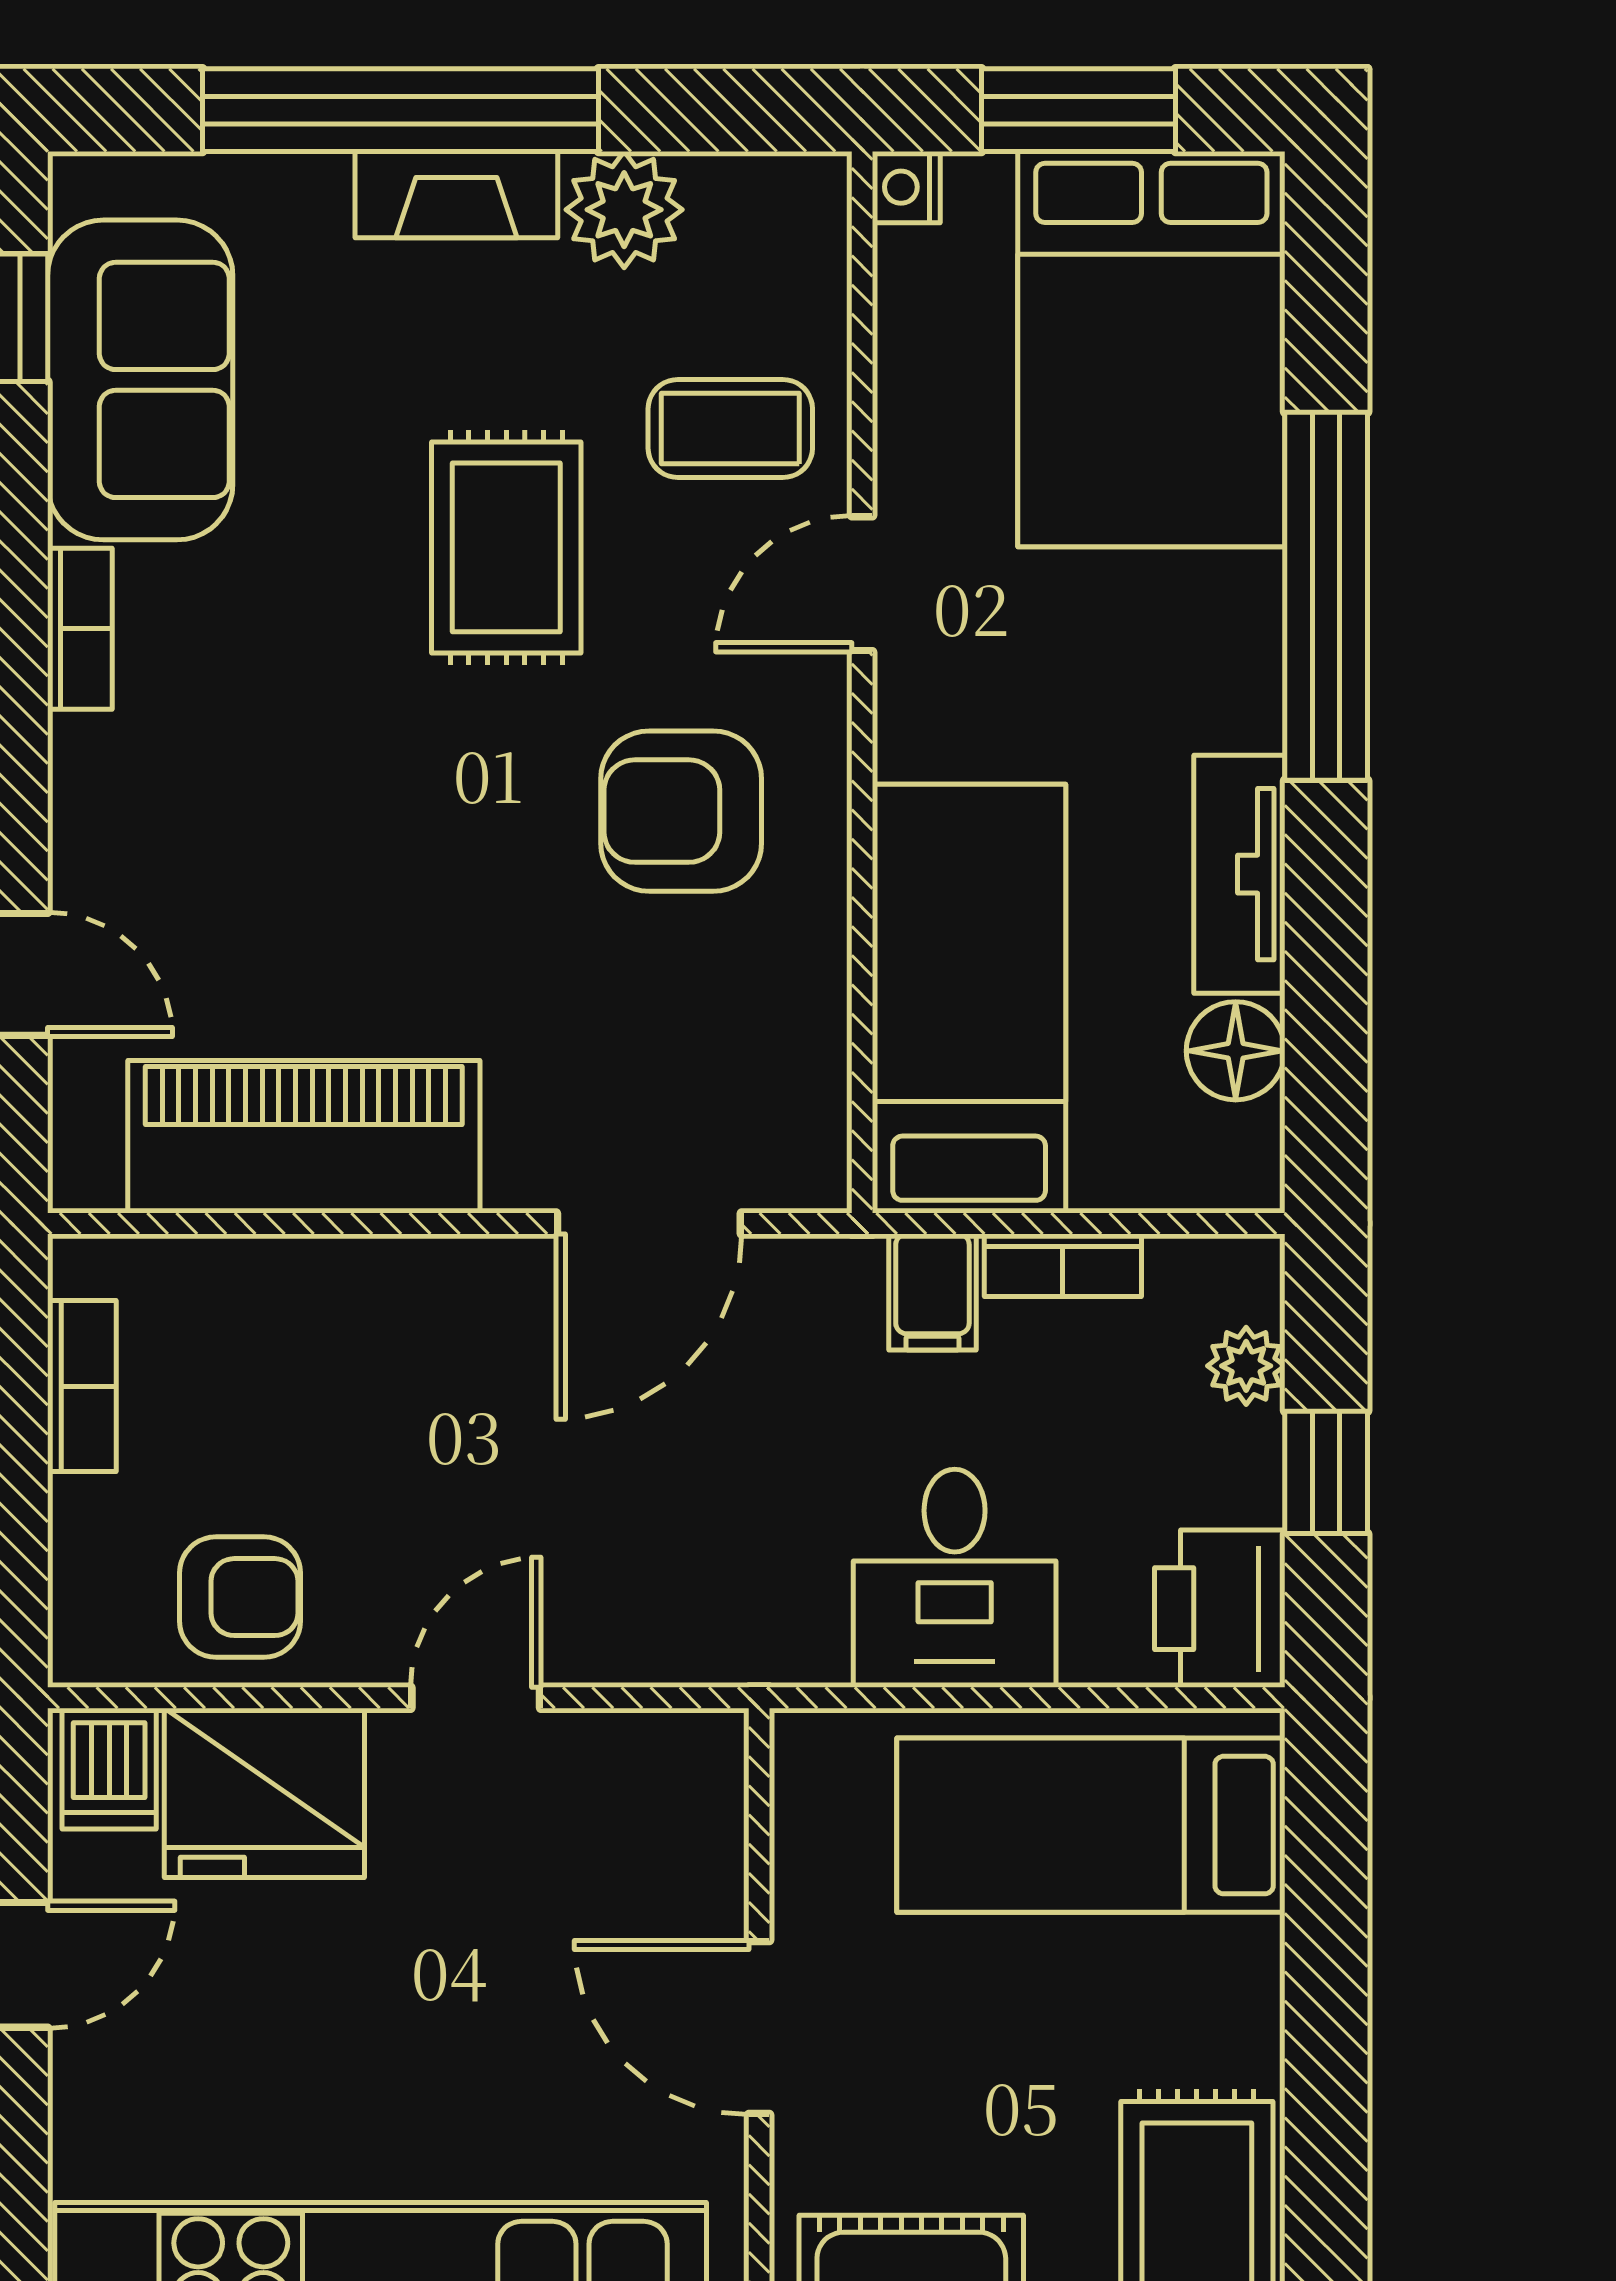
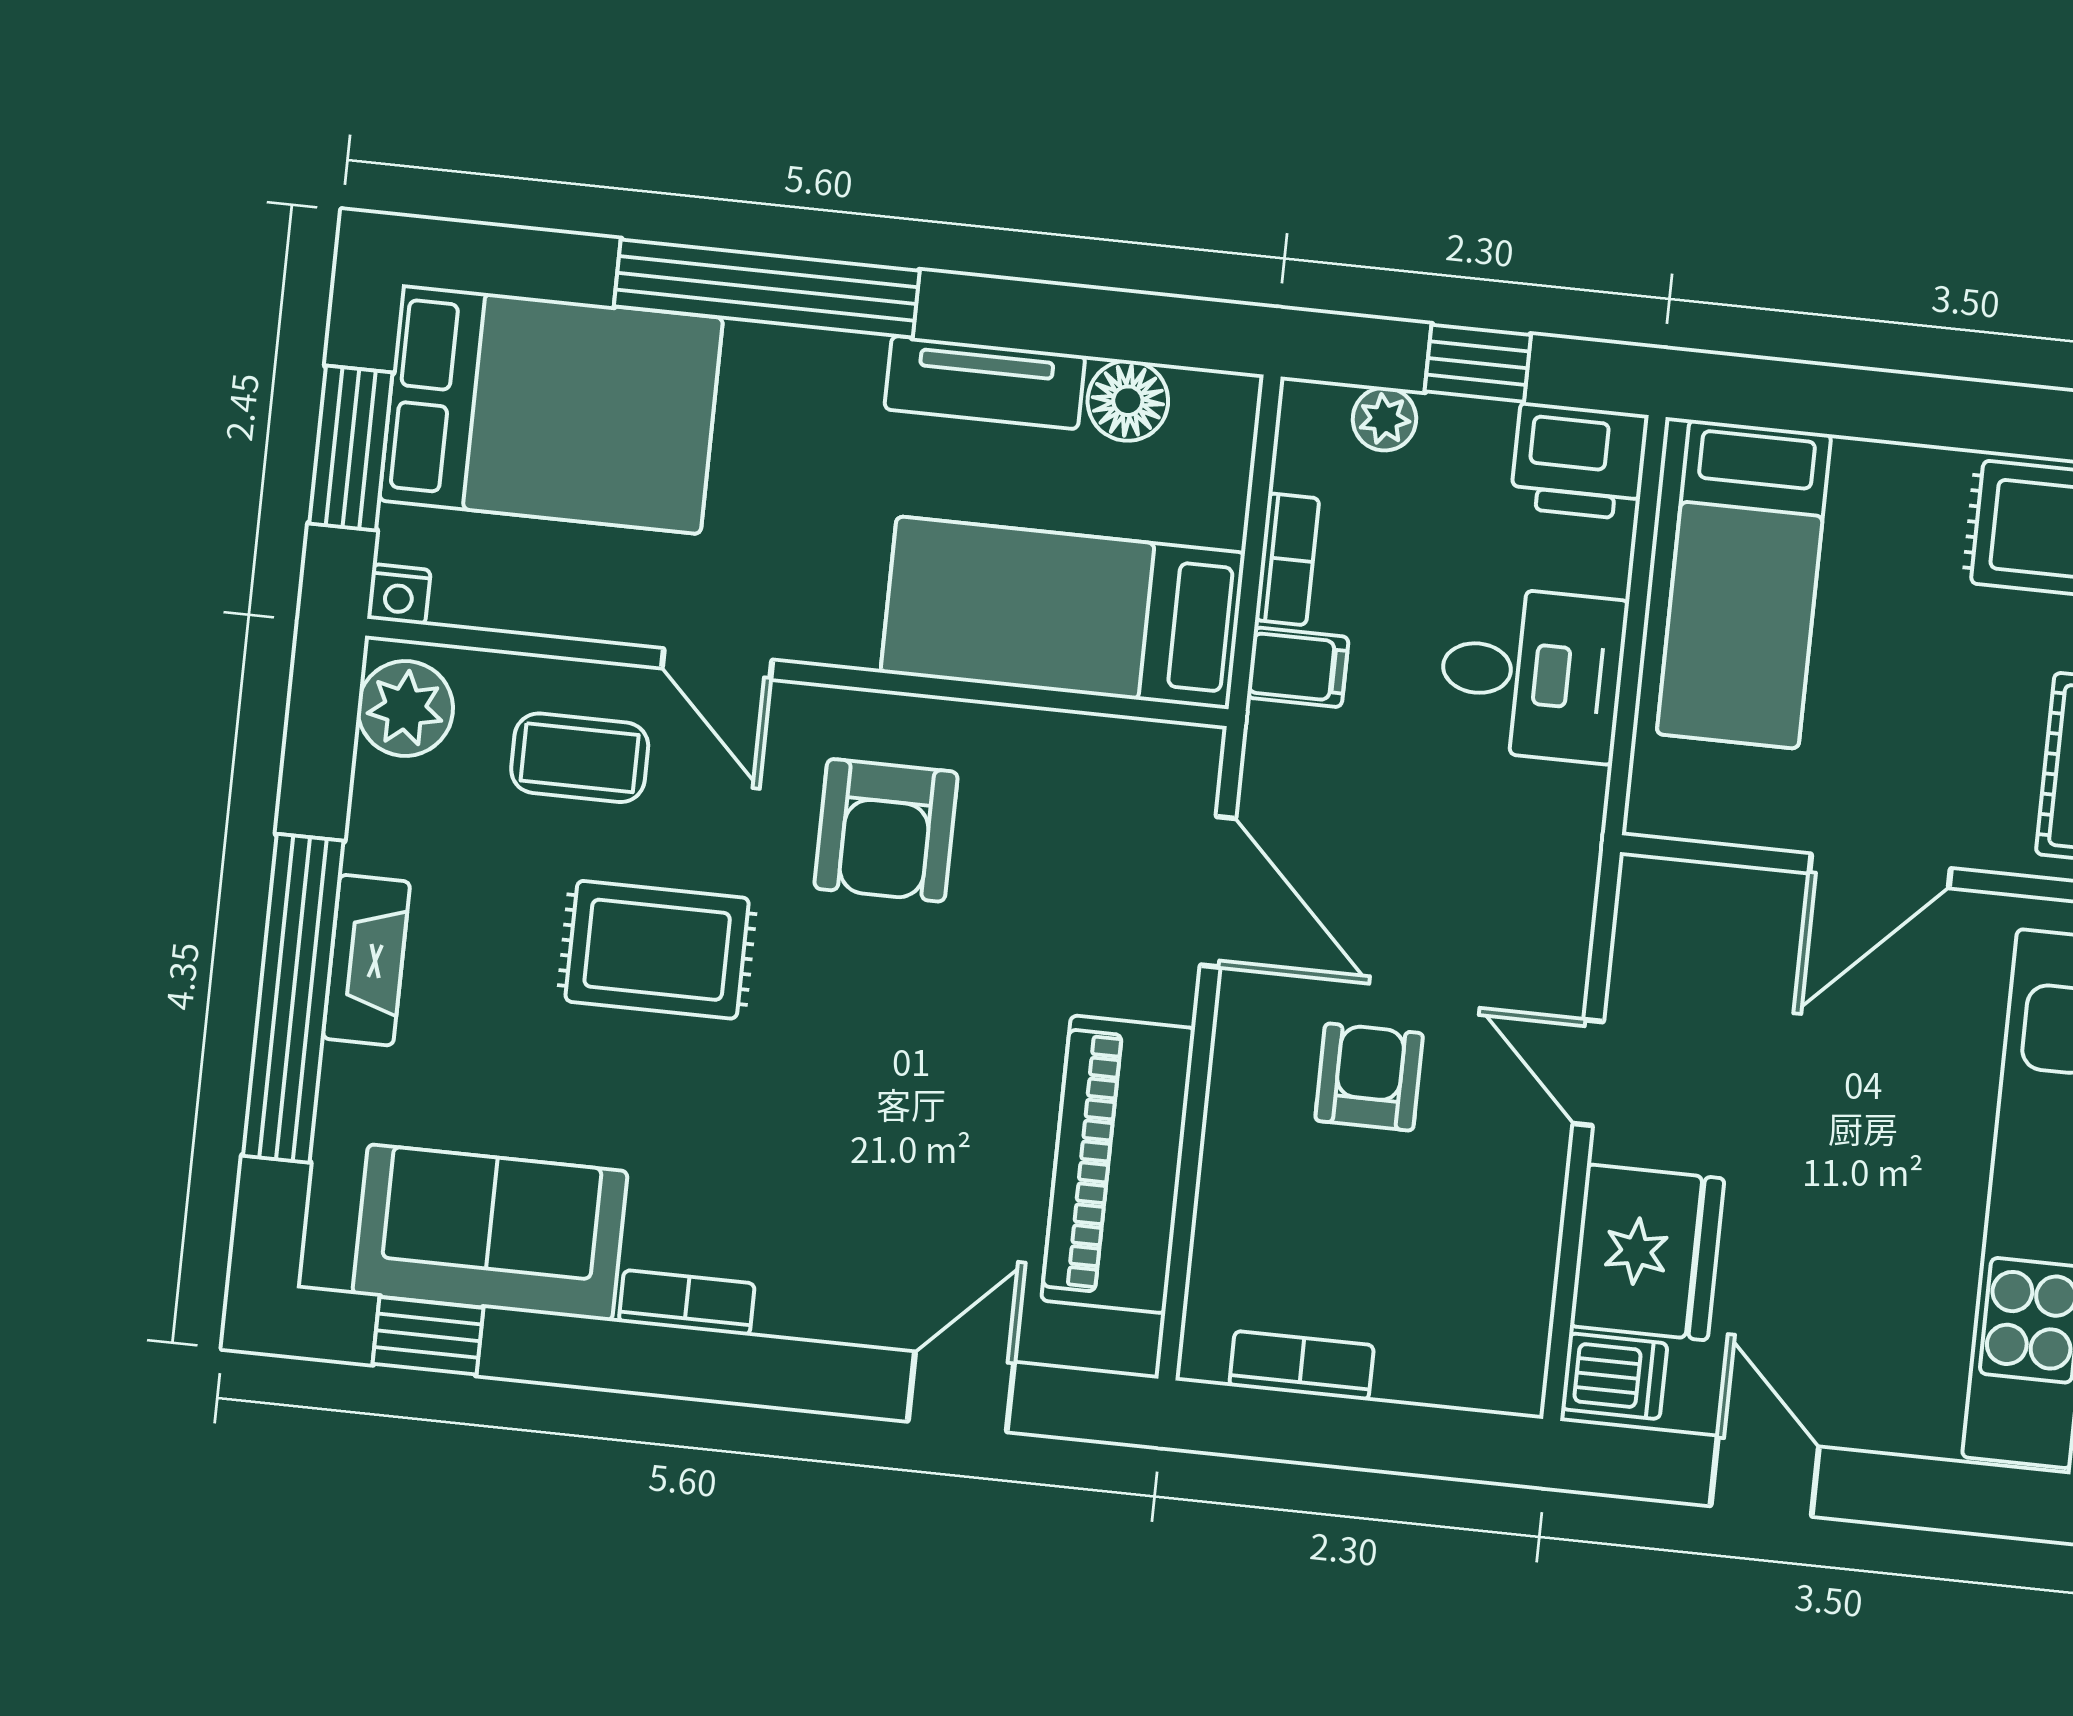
plant: (624, 210) -> (405, 709), moved
coffee table: (730, 429) -> (580, 758), turned 90
armchair: (240, 1597) -> (1369, 1077), moved

